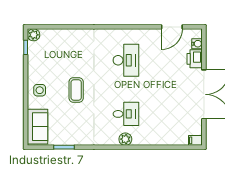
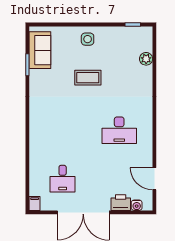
plant: (34, 35) -> (146, 59), moved
desk: (126, 114) -> (63, 179), moved
sofa: (38, 127) -> (40, 50), moved, turned -90
plant: (125, 139) -> (36, 130), removed

